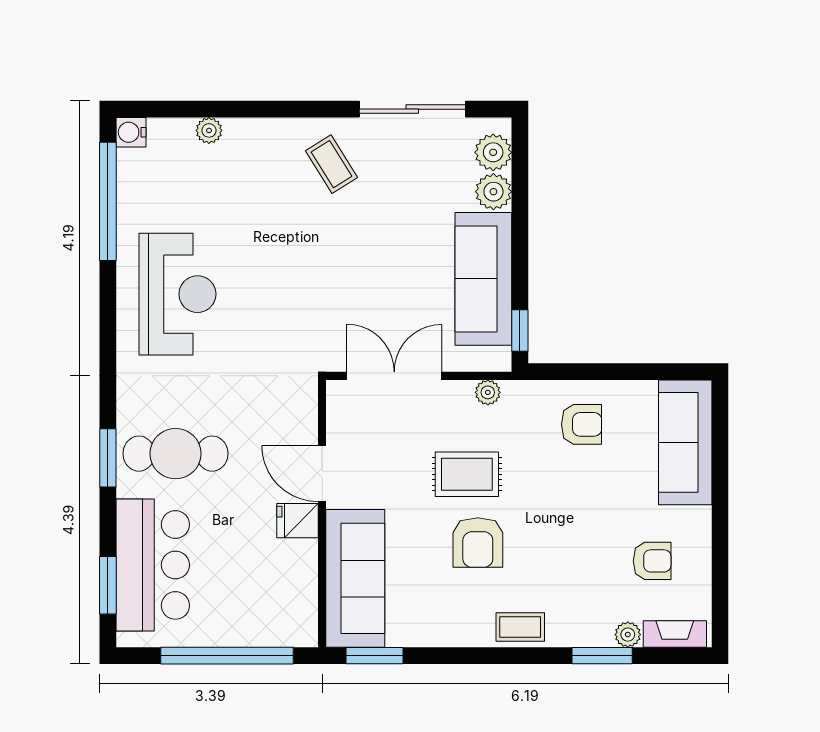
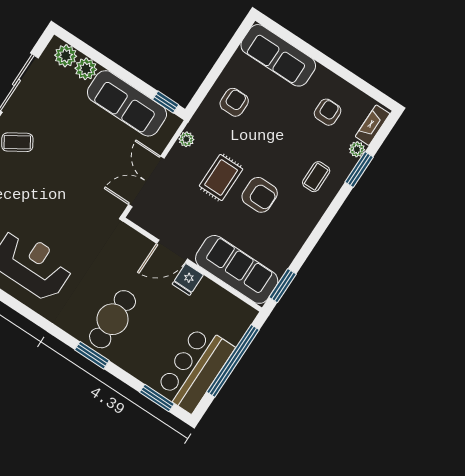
bar counter: (153, 565) -> (195, 369), moved, turned -90
coffee table: (520, 627) -> (316, 177), moved

